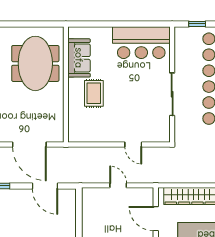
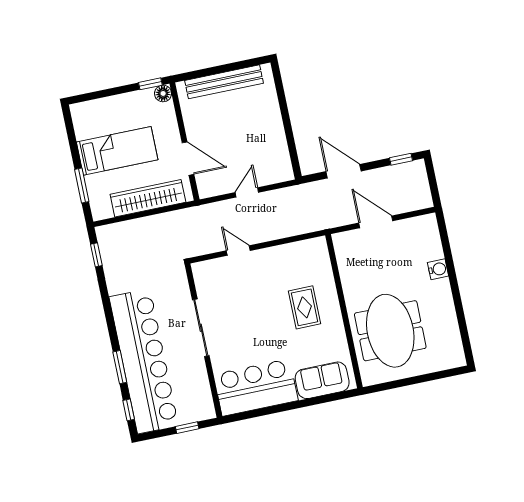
sofa: (79, 58) -> (322, 380), moved, turned 90
door: (29, 144) -> (376, 222), width x0.73
door: (118, 185) -> (247, 192), swing flipped

